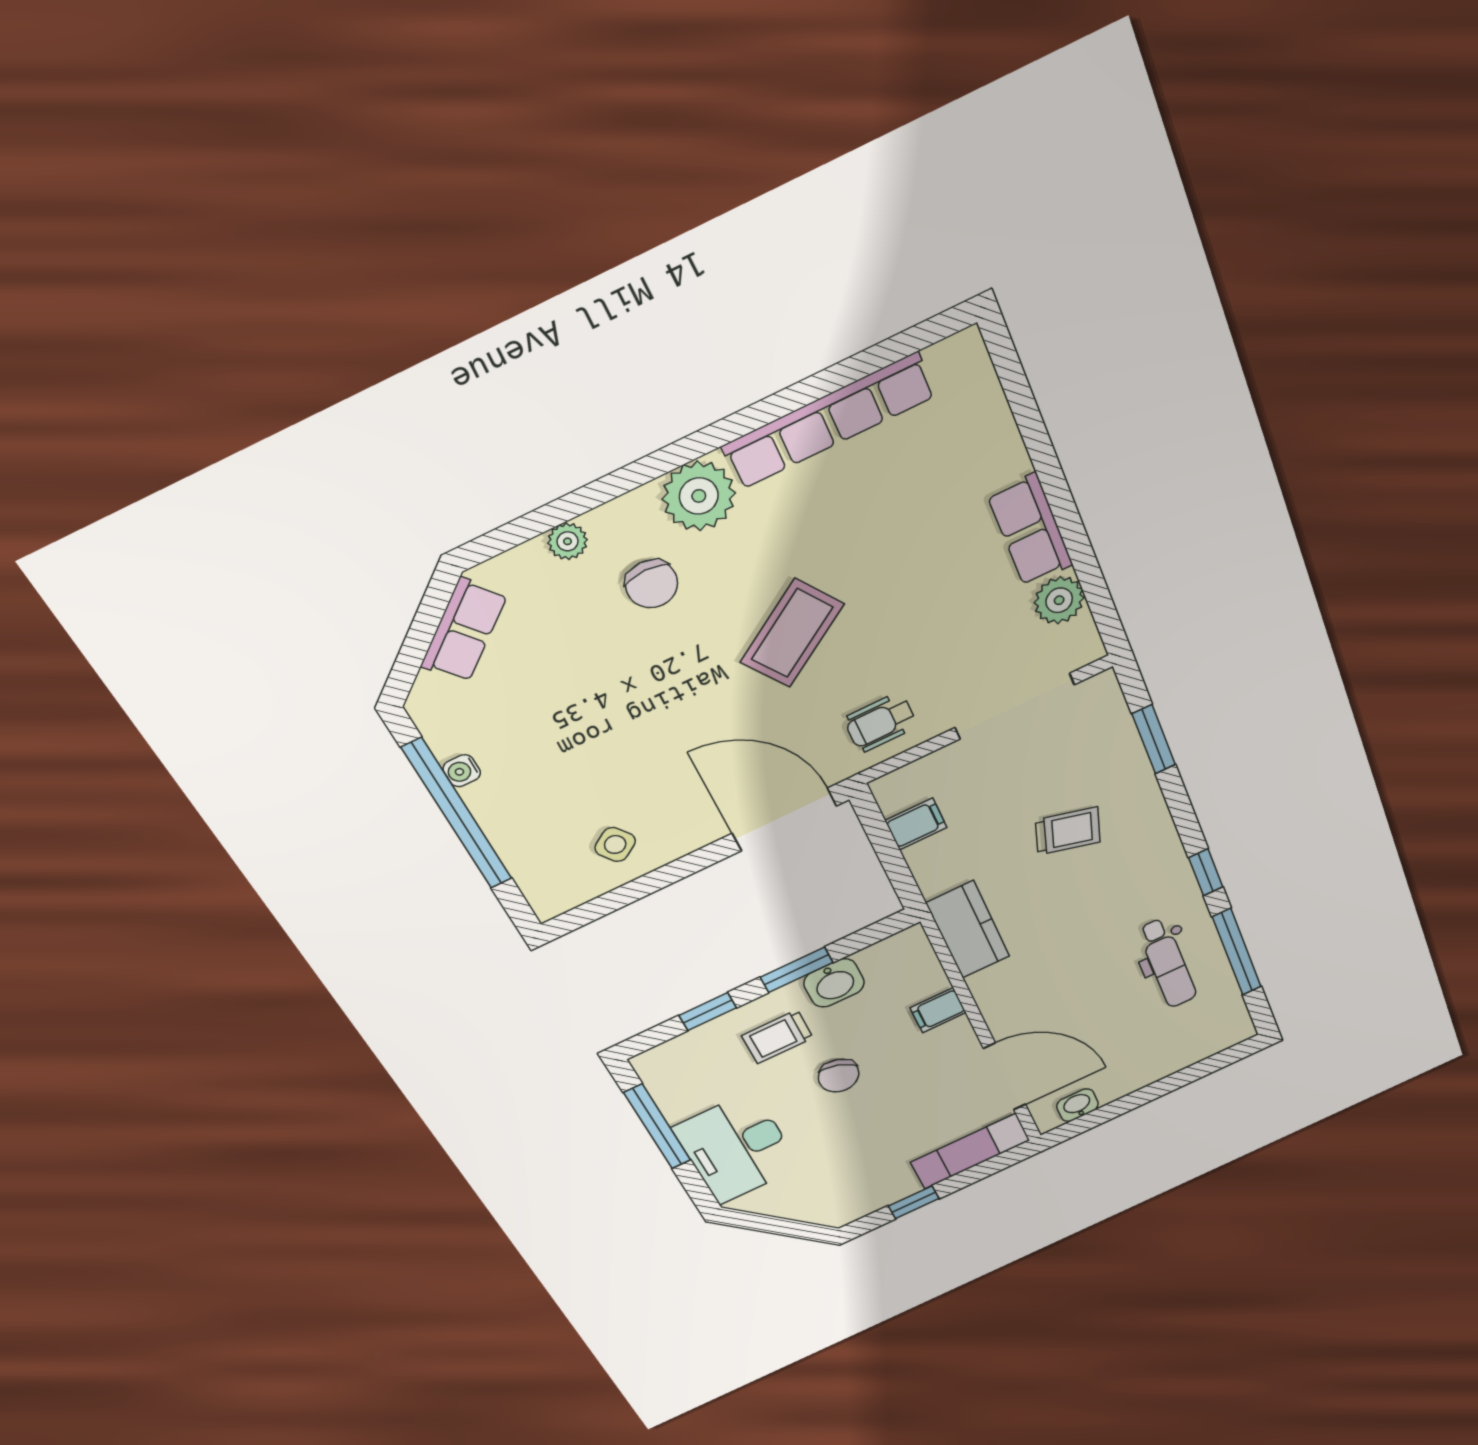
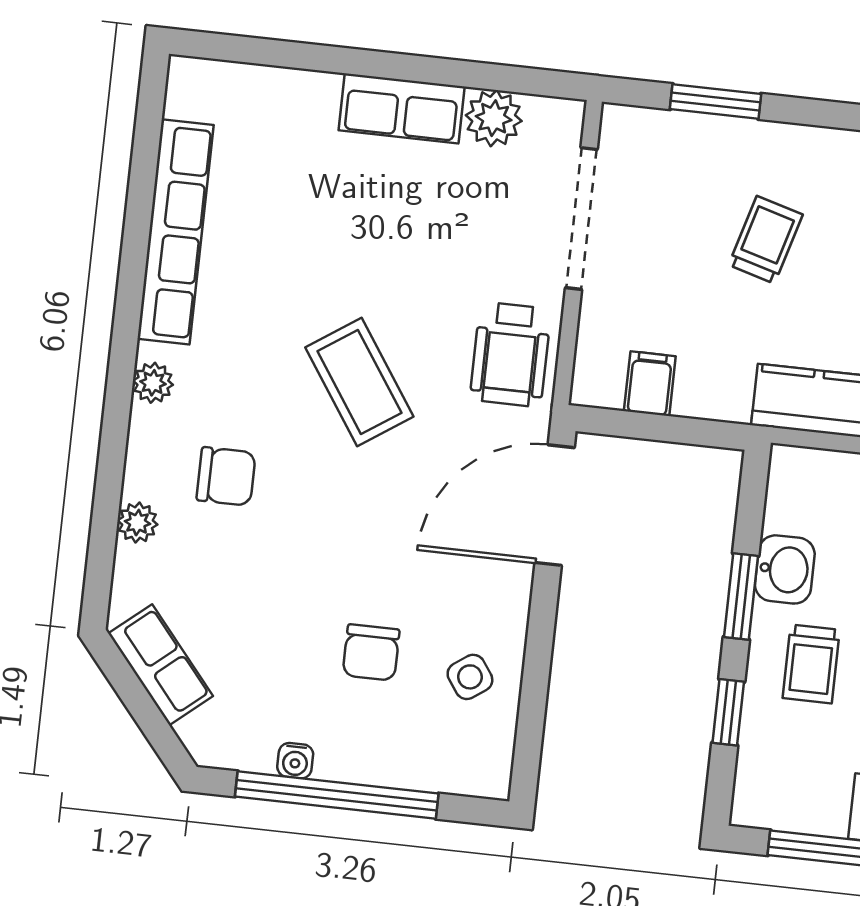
plant: (699, 496) -> (153, 383), width x0.53, depth x0.53
wheelchair: (881, 722) -> (510, 354), width x1.36, depth x1.37
chair: (585, 770) -> (371, 652), added

